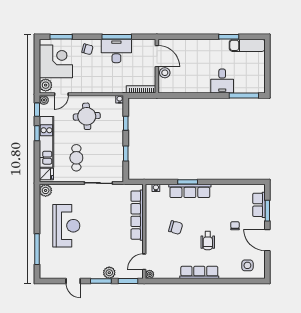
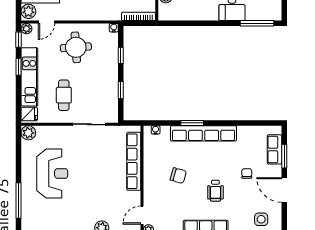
row of seats: (190, 191) -> (204, 133), width x1.36

